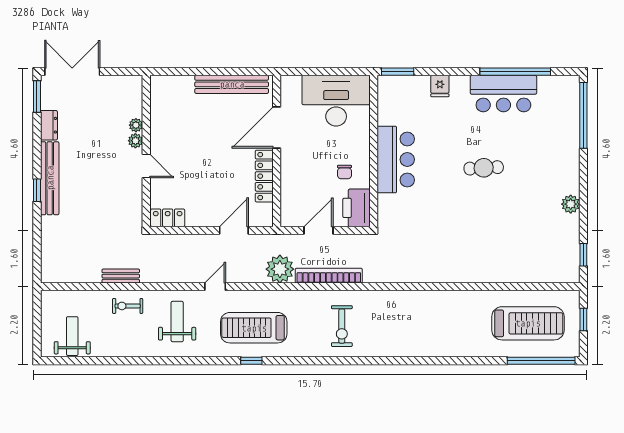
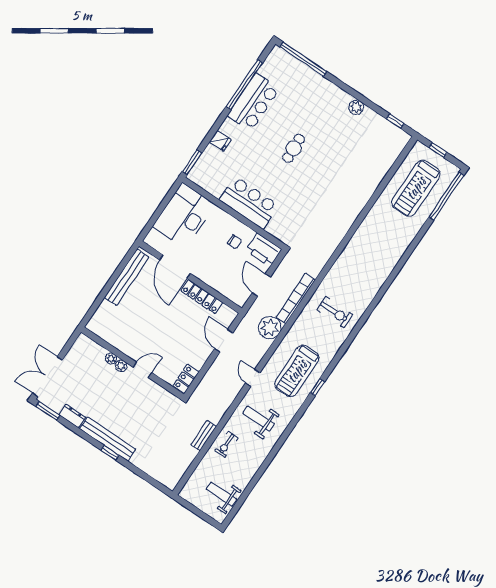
treadmill: (528, 323) -> (416, 188), turned 180

